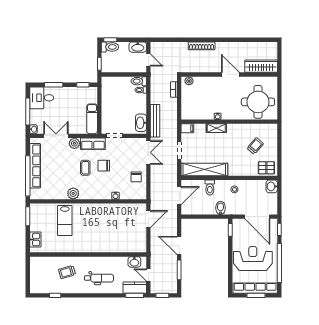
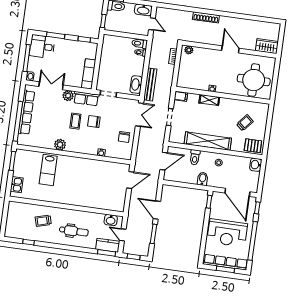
wardrobe: (261, 66) -> (267, 46), width x0.67
shelving: (204, 169) -> (208, 141), moved
reception desk: (253, 259) -> (227, 233), turned 180

